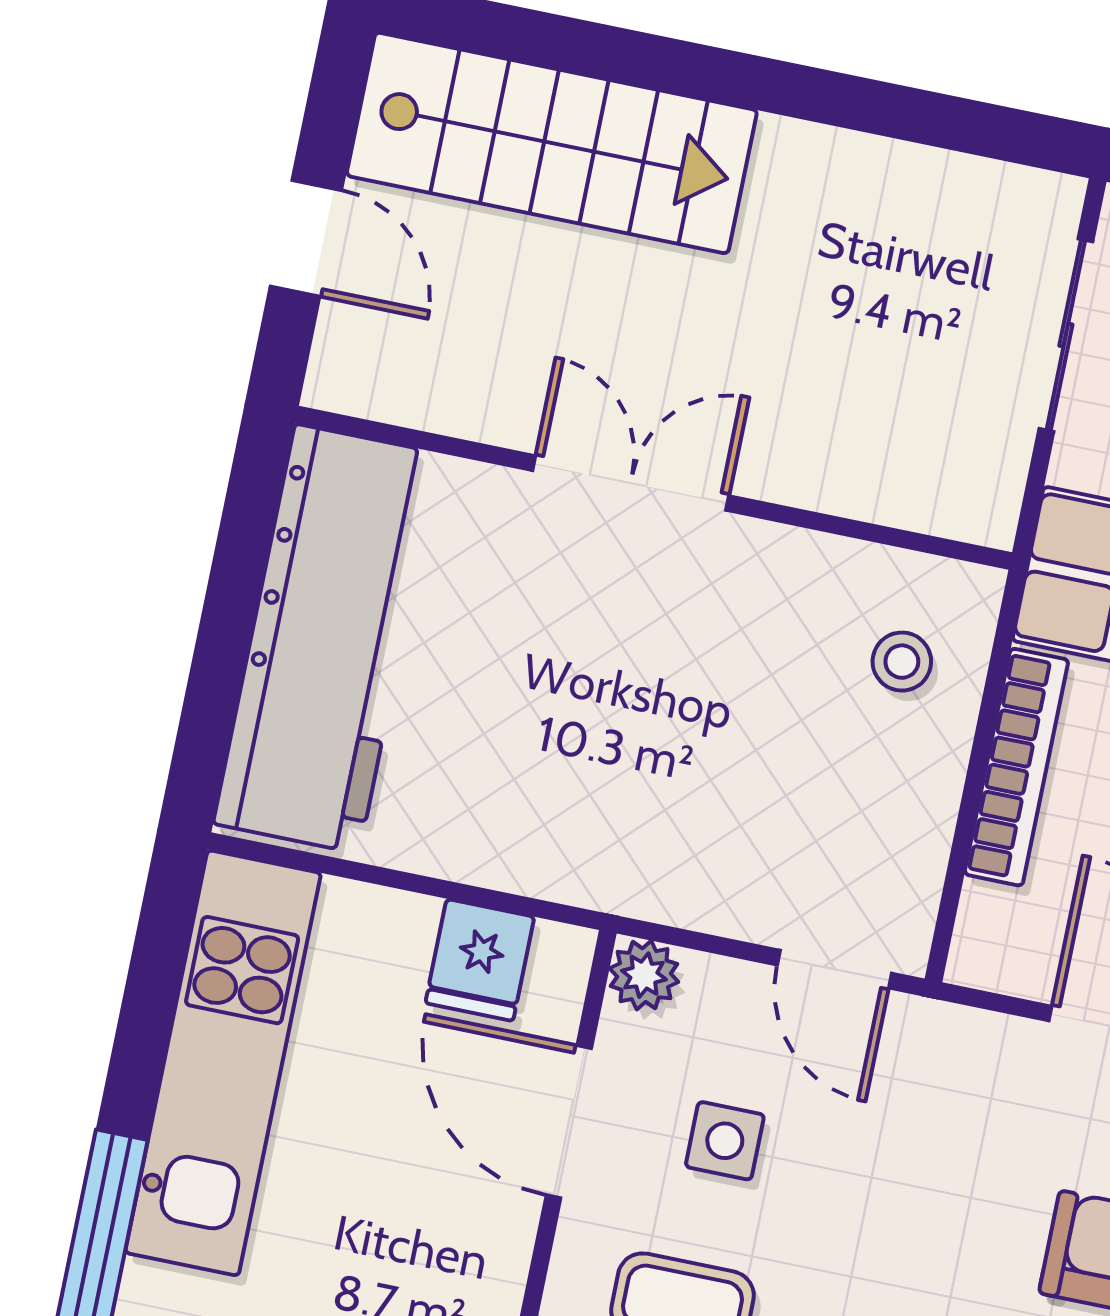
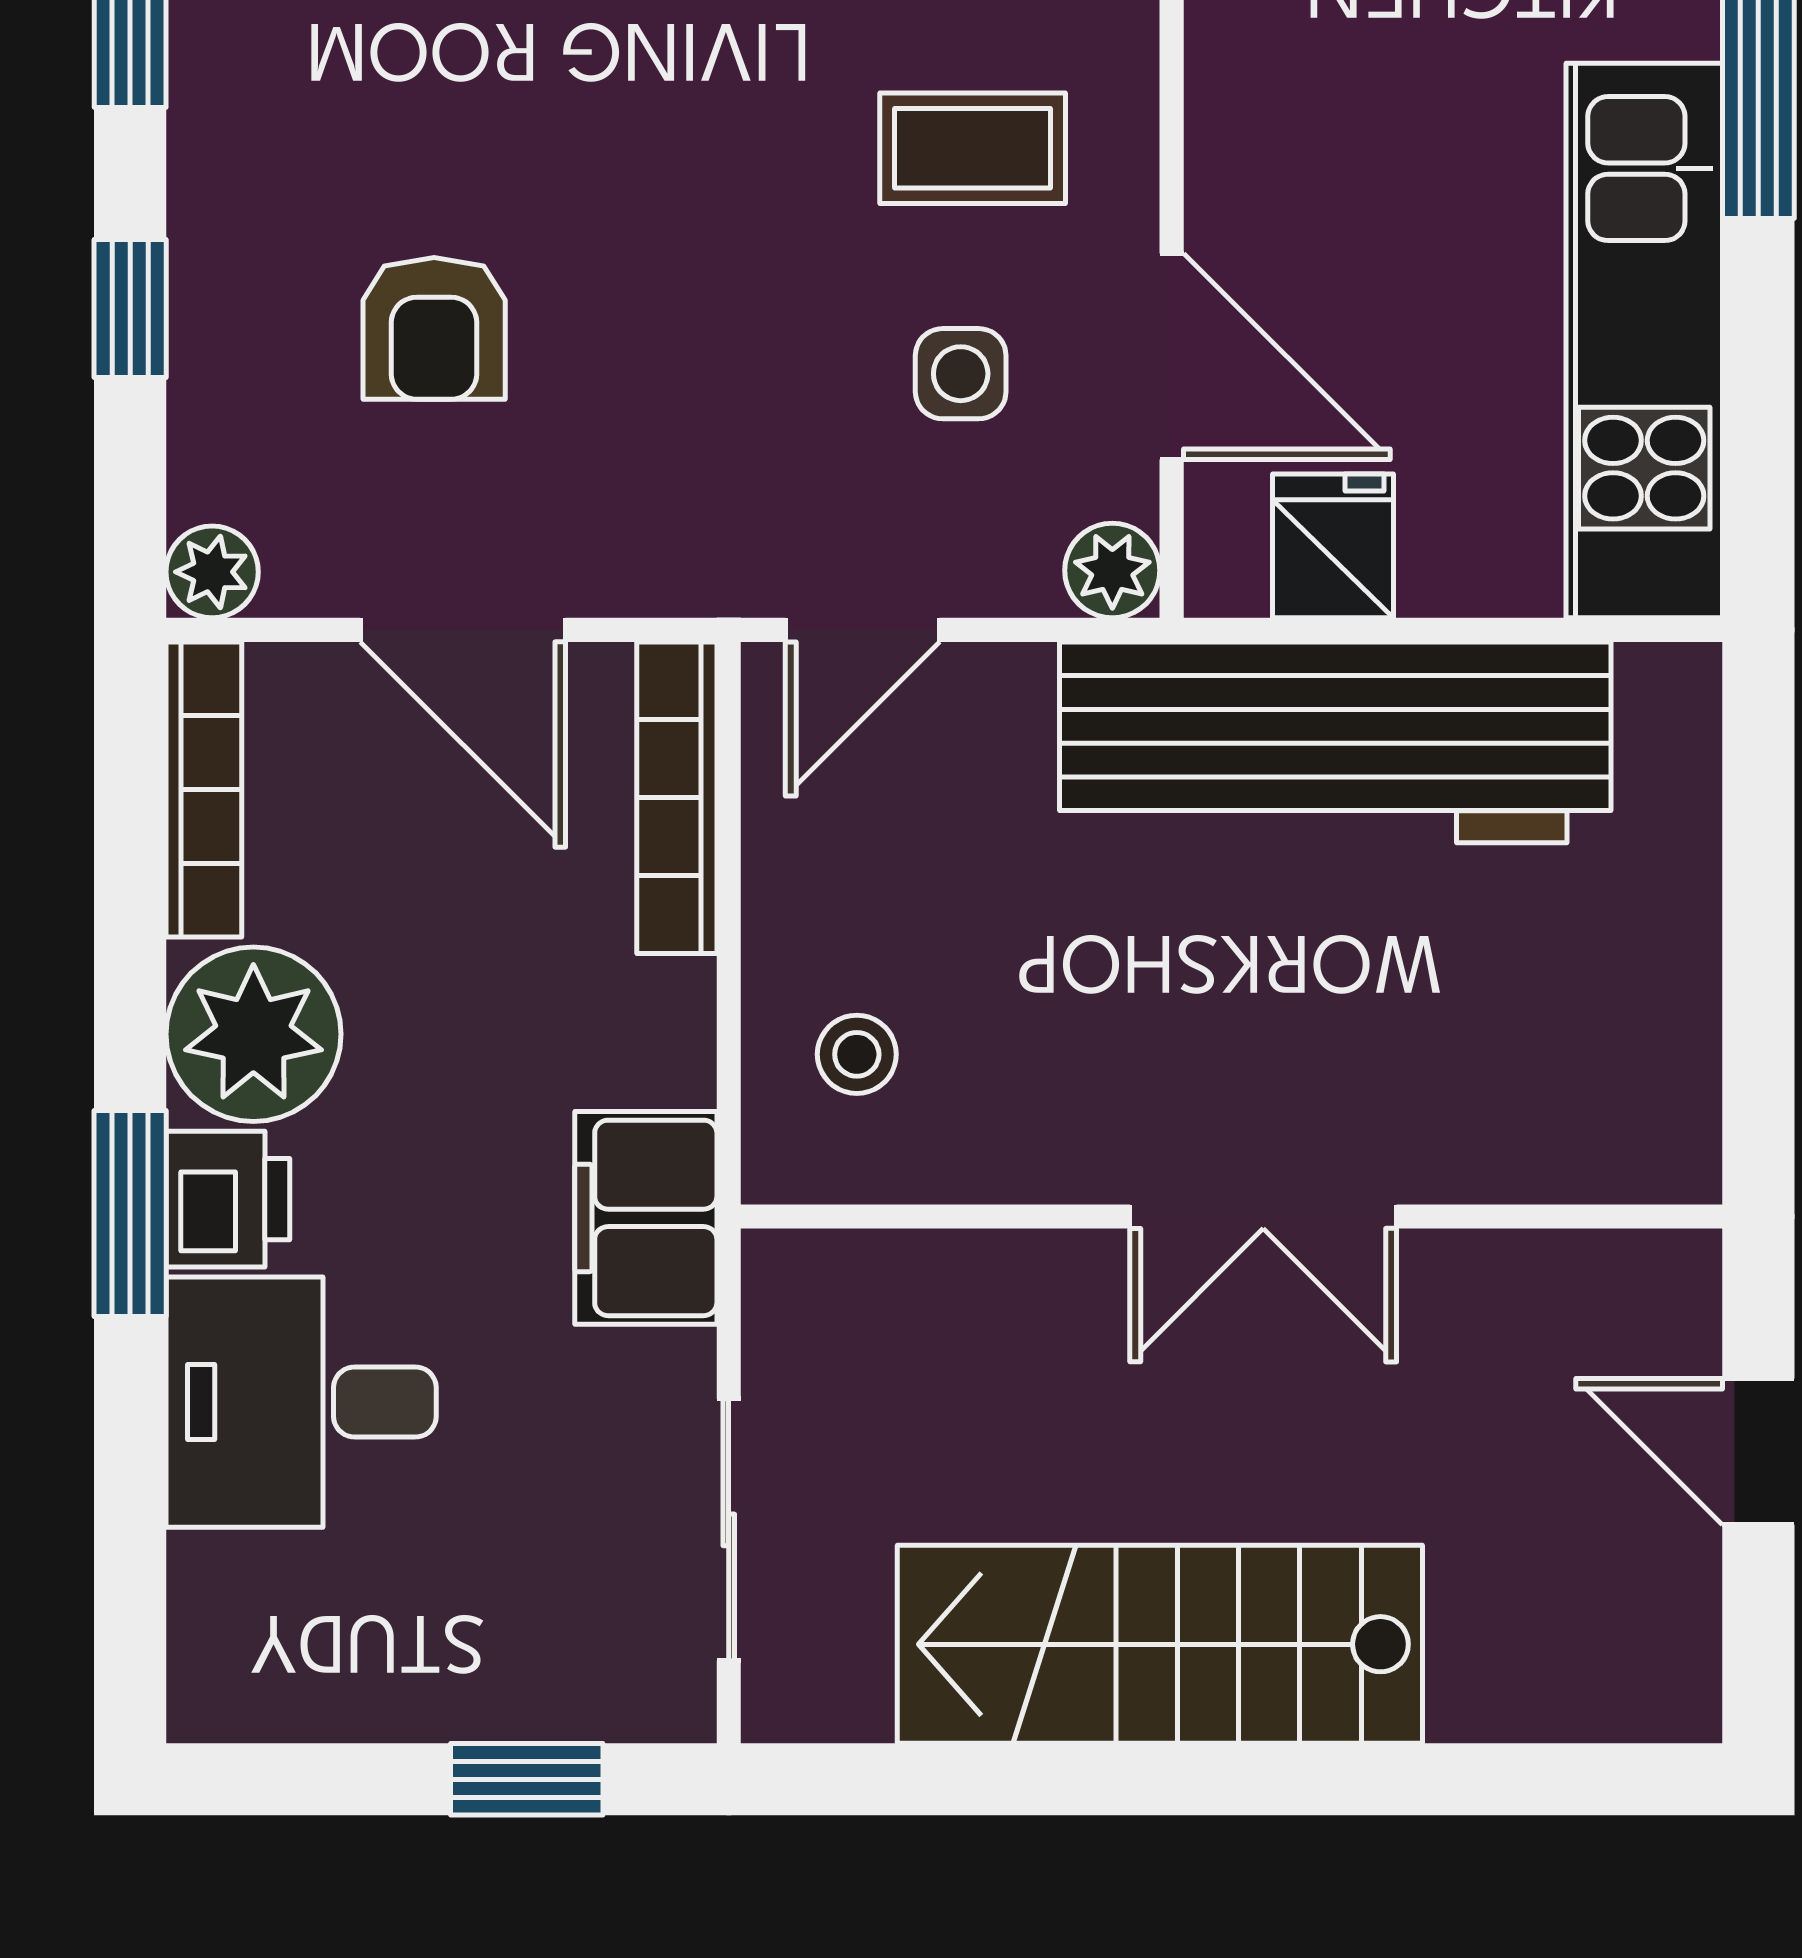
stairs: (552, 143) -> (1160, 1644), moved
workbench: (327, 639) -> (1335, 742), moved, turned -90
bookcase: (1016, 767) -> (677, 798), moved
door: (834, 969) -> (863, 630), swing flipped

